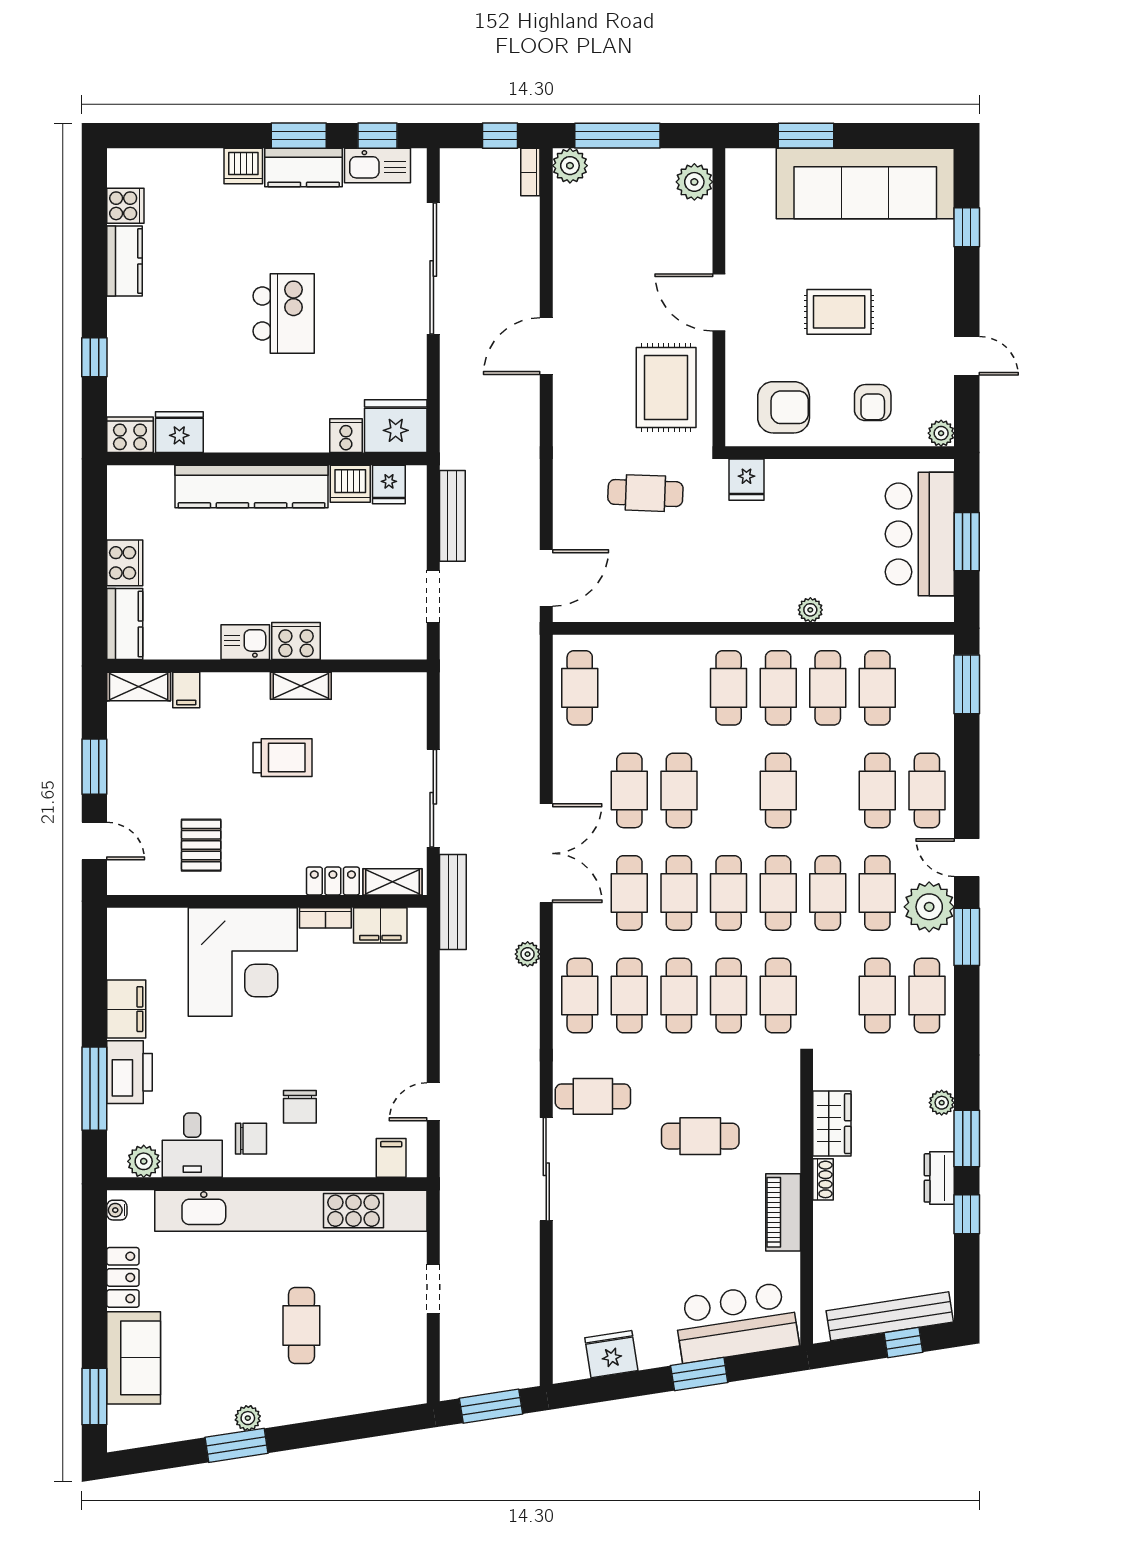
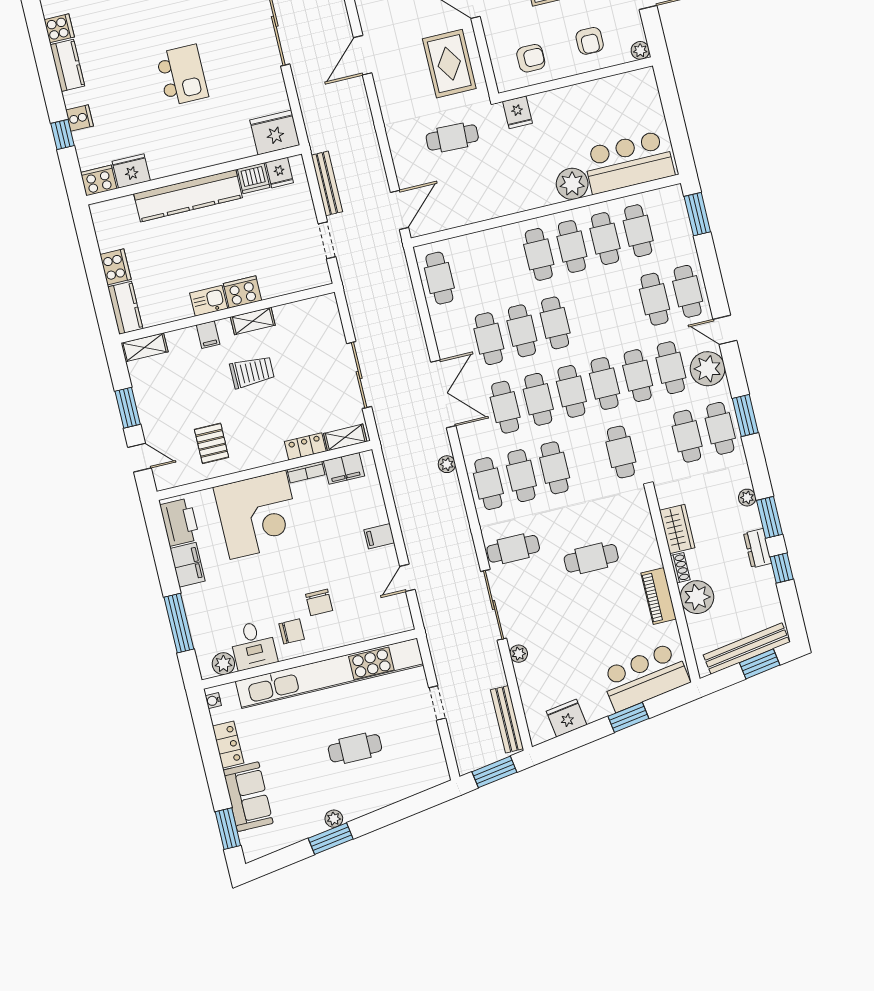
armchair: (784, 407) -> (531, 58), width x0.72, depth x0.72
cooker: (346, 436) -> (79, 118), moved, turned 90
bar counter: (920, 534) -> (629, 162), moved, turned 90
window: (967, 542) -> (675, 119), removed
plant: (810, 610) -> (572, 184), width x1.87, depth x1.87
filing cabinet: (186, 690) -> (208, 335), moved
cafe table: (778, 790) -> (555, 323), moved
bench: (453, 902) -> (507, 719), moved
window: (967, 937) -> (745, 415), moved
cafe table: (729, 996) -> (588, 460), removed
printer: (130, 1072) -> (180, 522), moved
filing cabinet: (391, 1158) -> (379, 536), moved, turned -90
plant: (837, 1227) -> (697, 597), added
plant: (565, 1247) -> (519, 654), added
cafe table: (301, 1325) -> (355, 748), turned 90
window: (903, 1343) -> (760, 664), width x1.50

